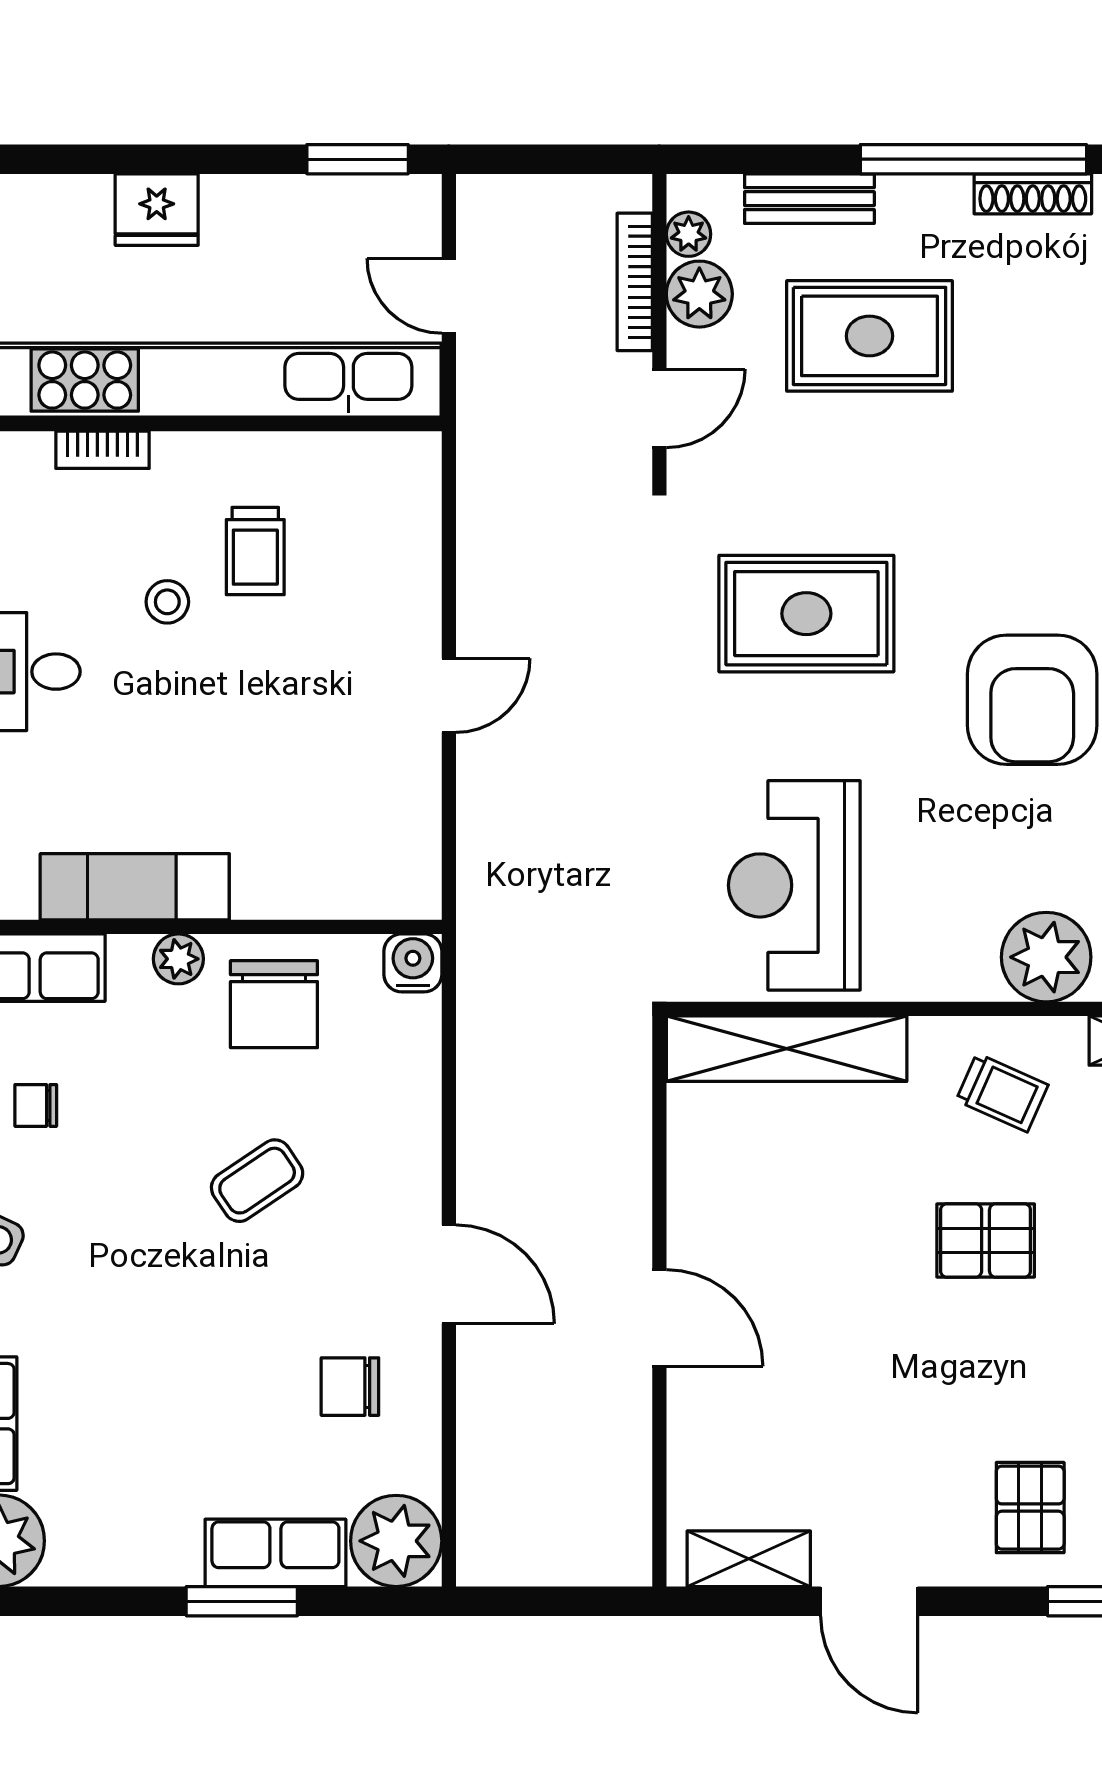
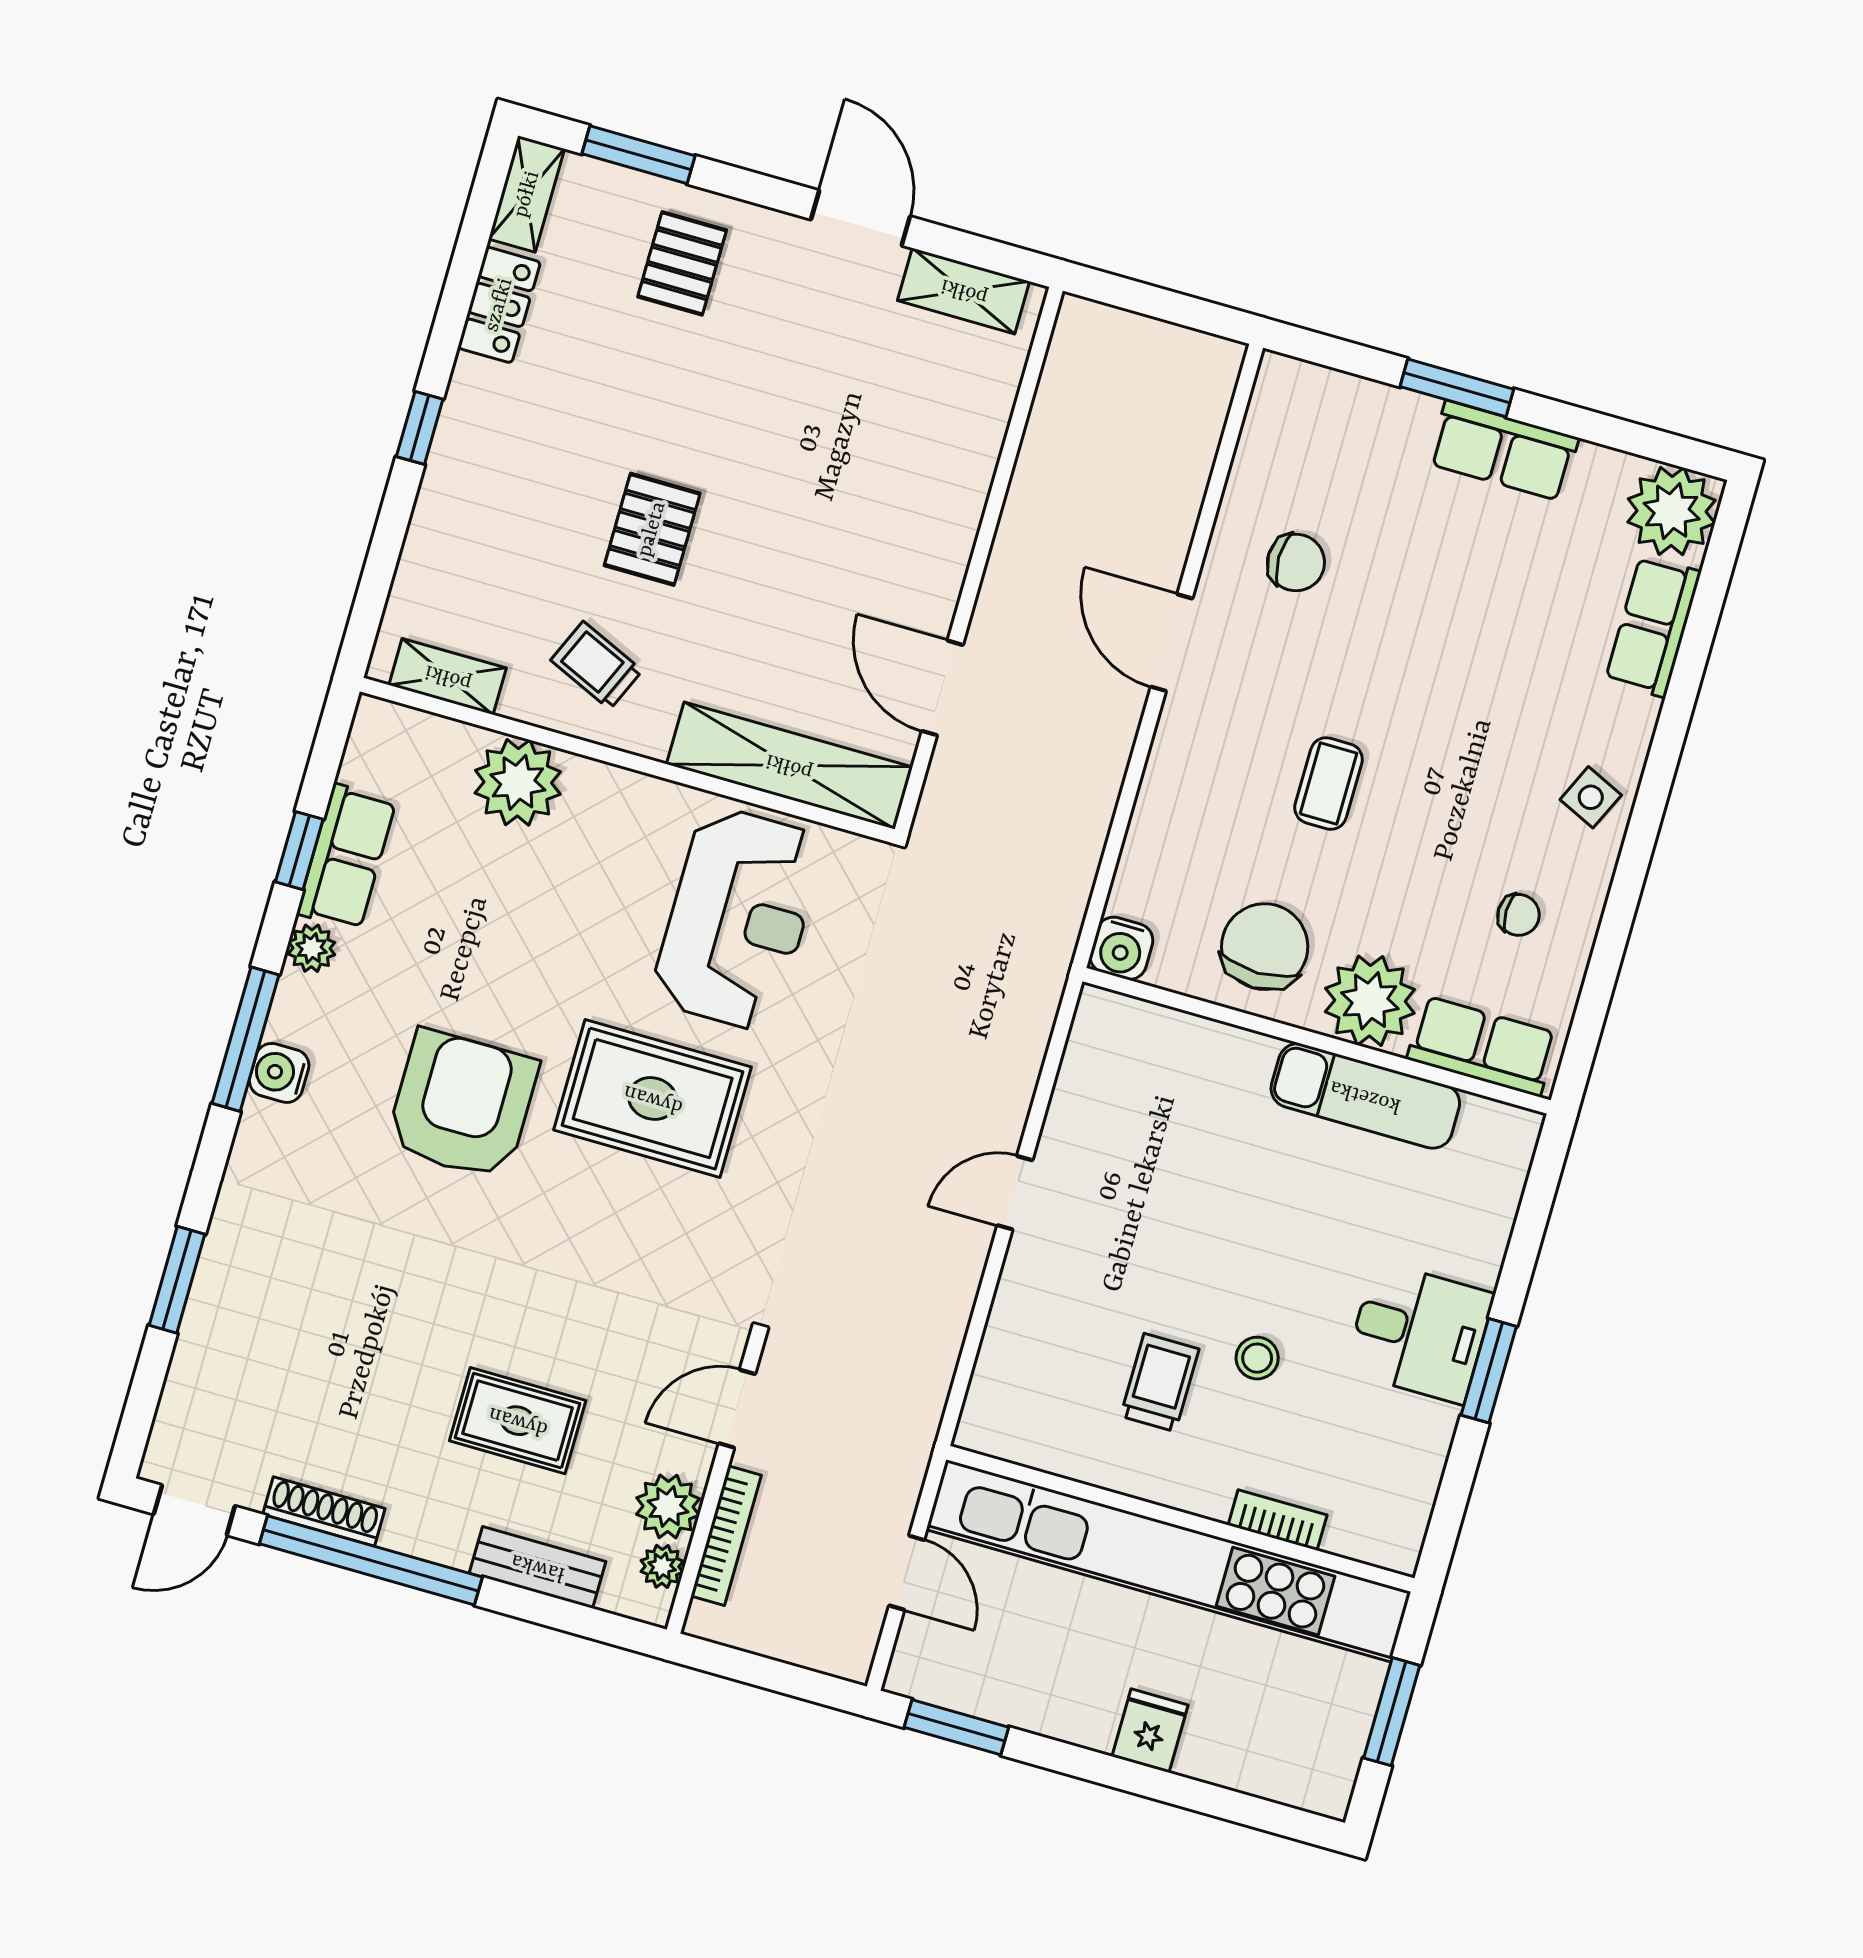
fridge: (157, 210) -> (1150, 1731), width x0.72
rug: (870, 336) -> (518, 1421), width x0.73, depth x0.70
rug: (806, 614) -> (653, 1099), moved
armchair: (1032, 700) -> (462, 1105), moved
plant: (178, 959) -> (1370, 1001), width x1.87, depth x1.87
coffee table: (257, 1181) -> (1329, 784), turned -56
pallet: (986, 1240) -> (652, 529), turned 90
door: (659, 1318) -> (942, 688), moved
plant: (396, 1541) -> (1294, 403), removed
row of seats: (275, 1553) -> (1503, 451), moved

